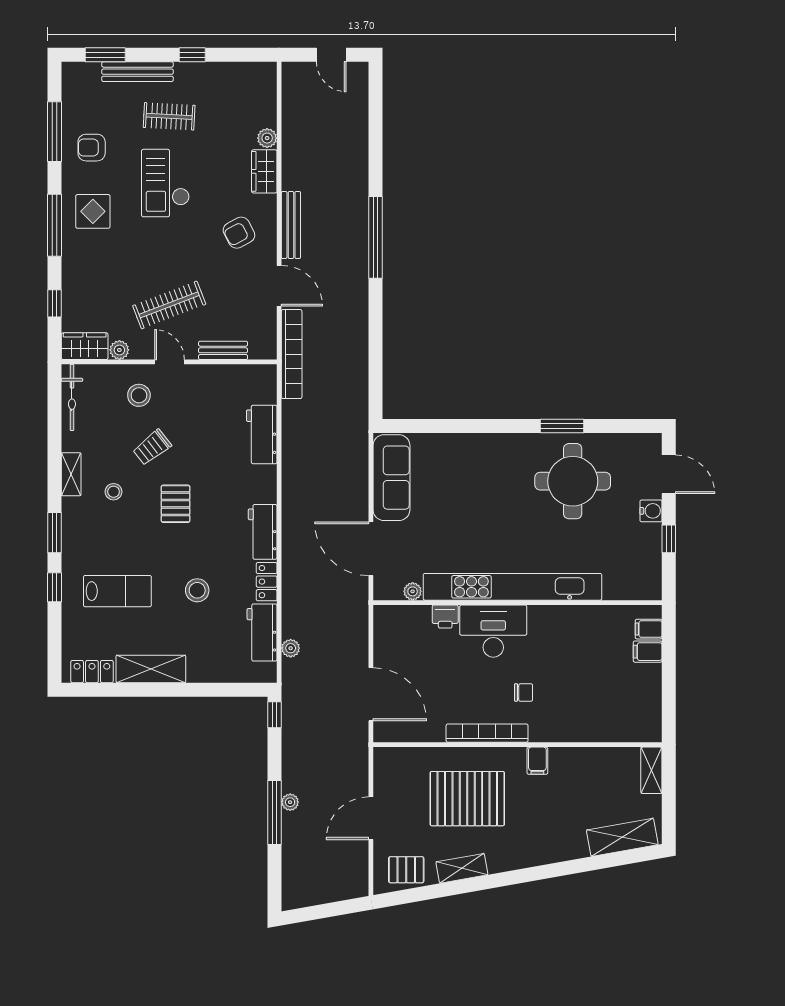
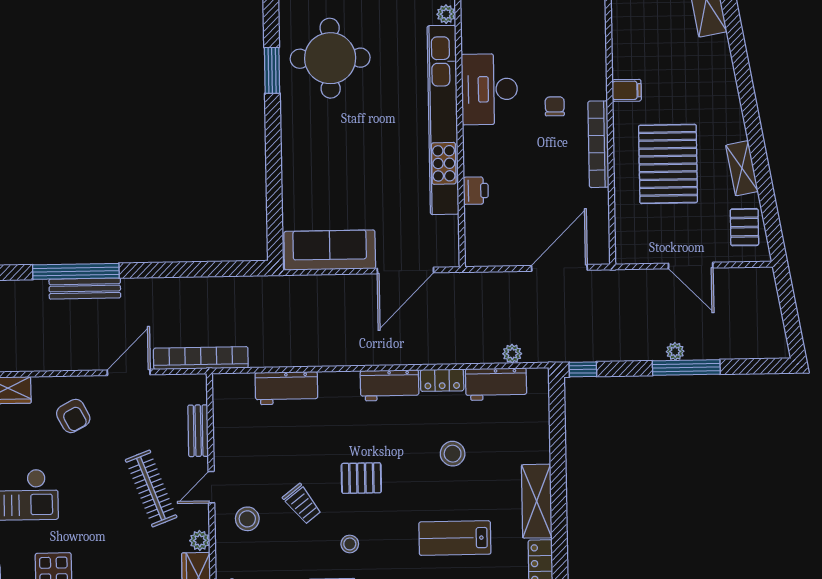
bench: (291, 225) -> (85, 289), moved
lab bench: (117, 591) -> (455, 538), turned -90
plant: (413, 591) -> (446, 14), moved
desk: (493, 631) -> (489, 89), moved

